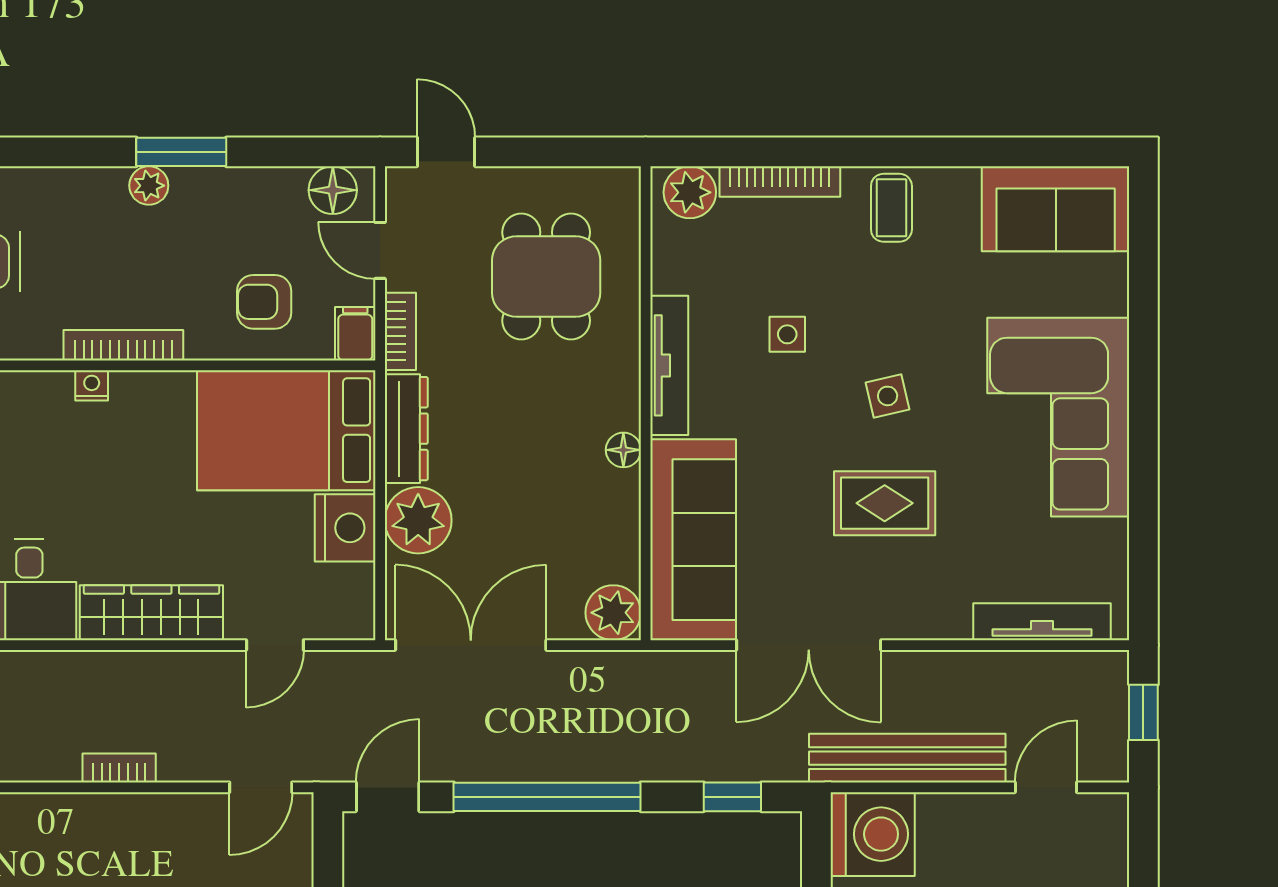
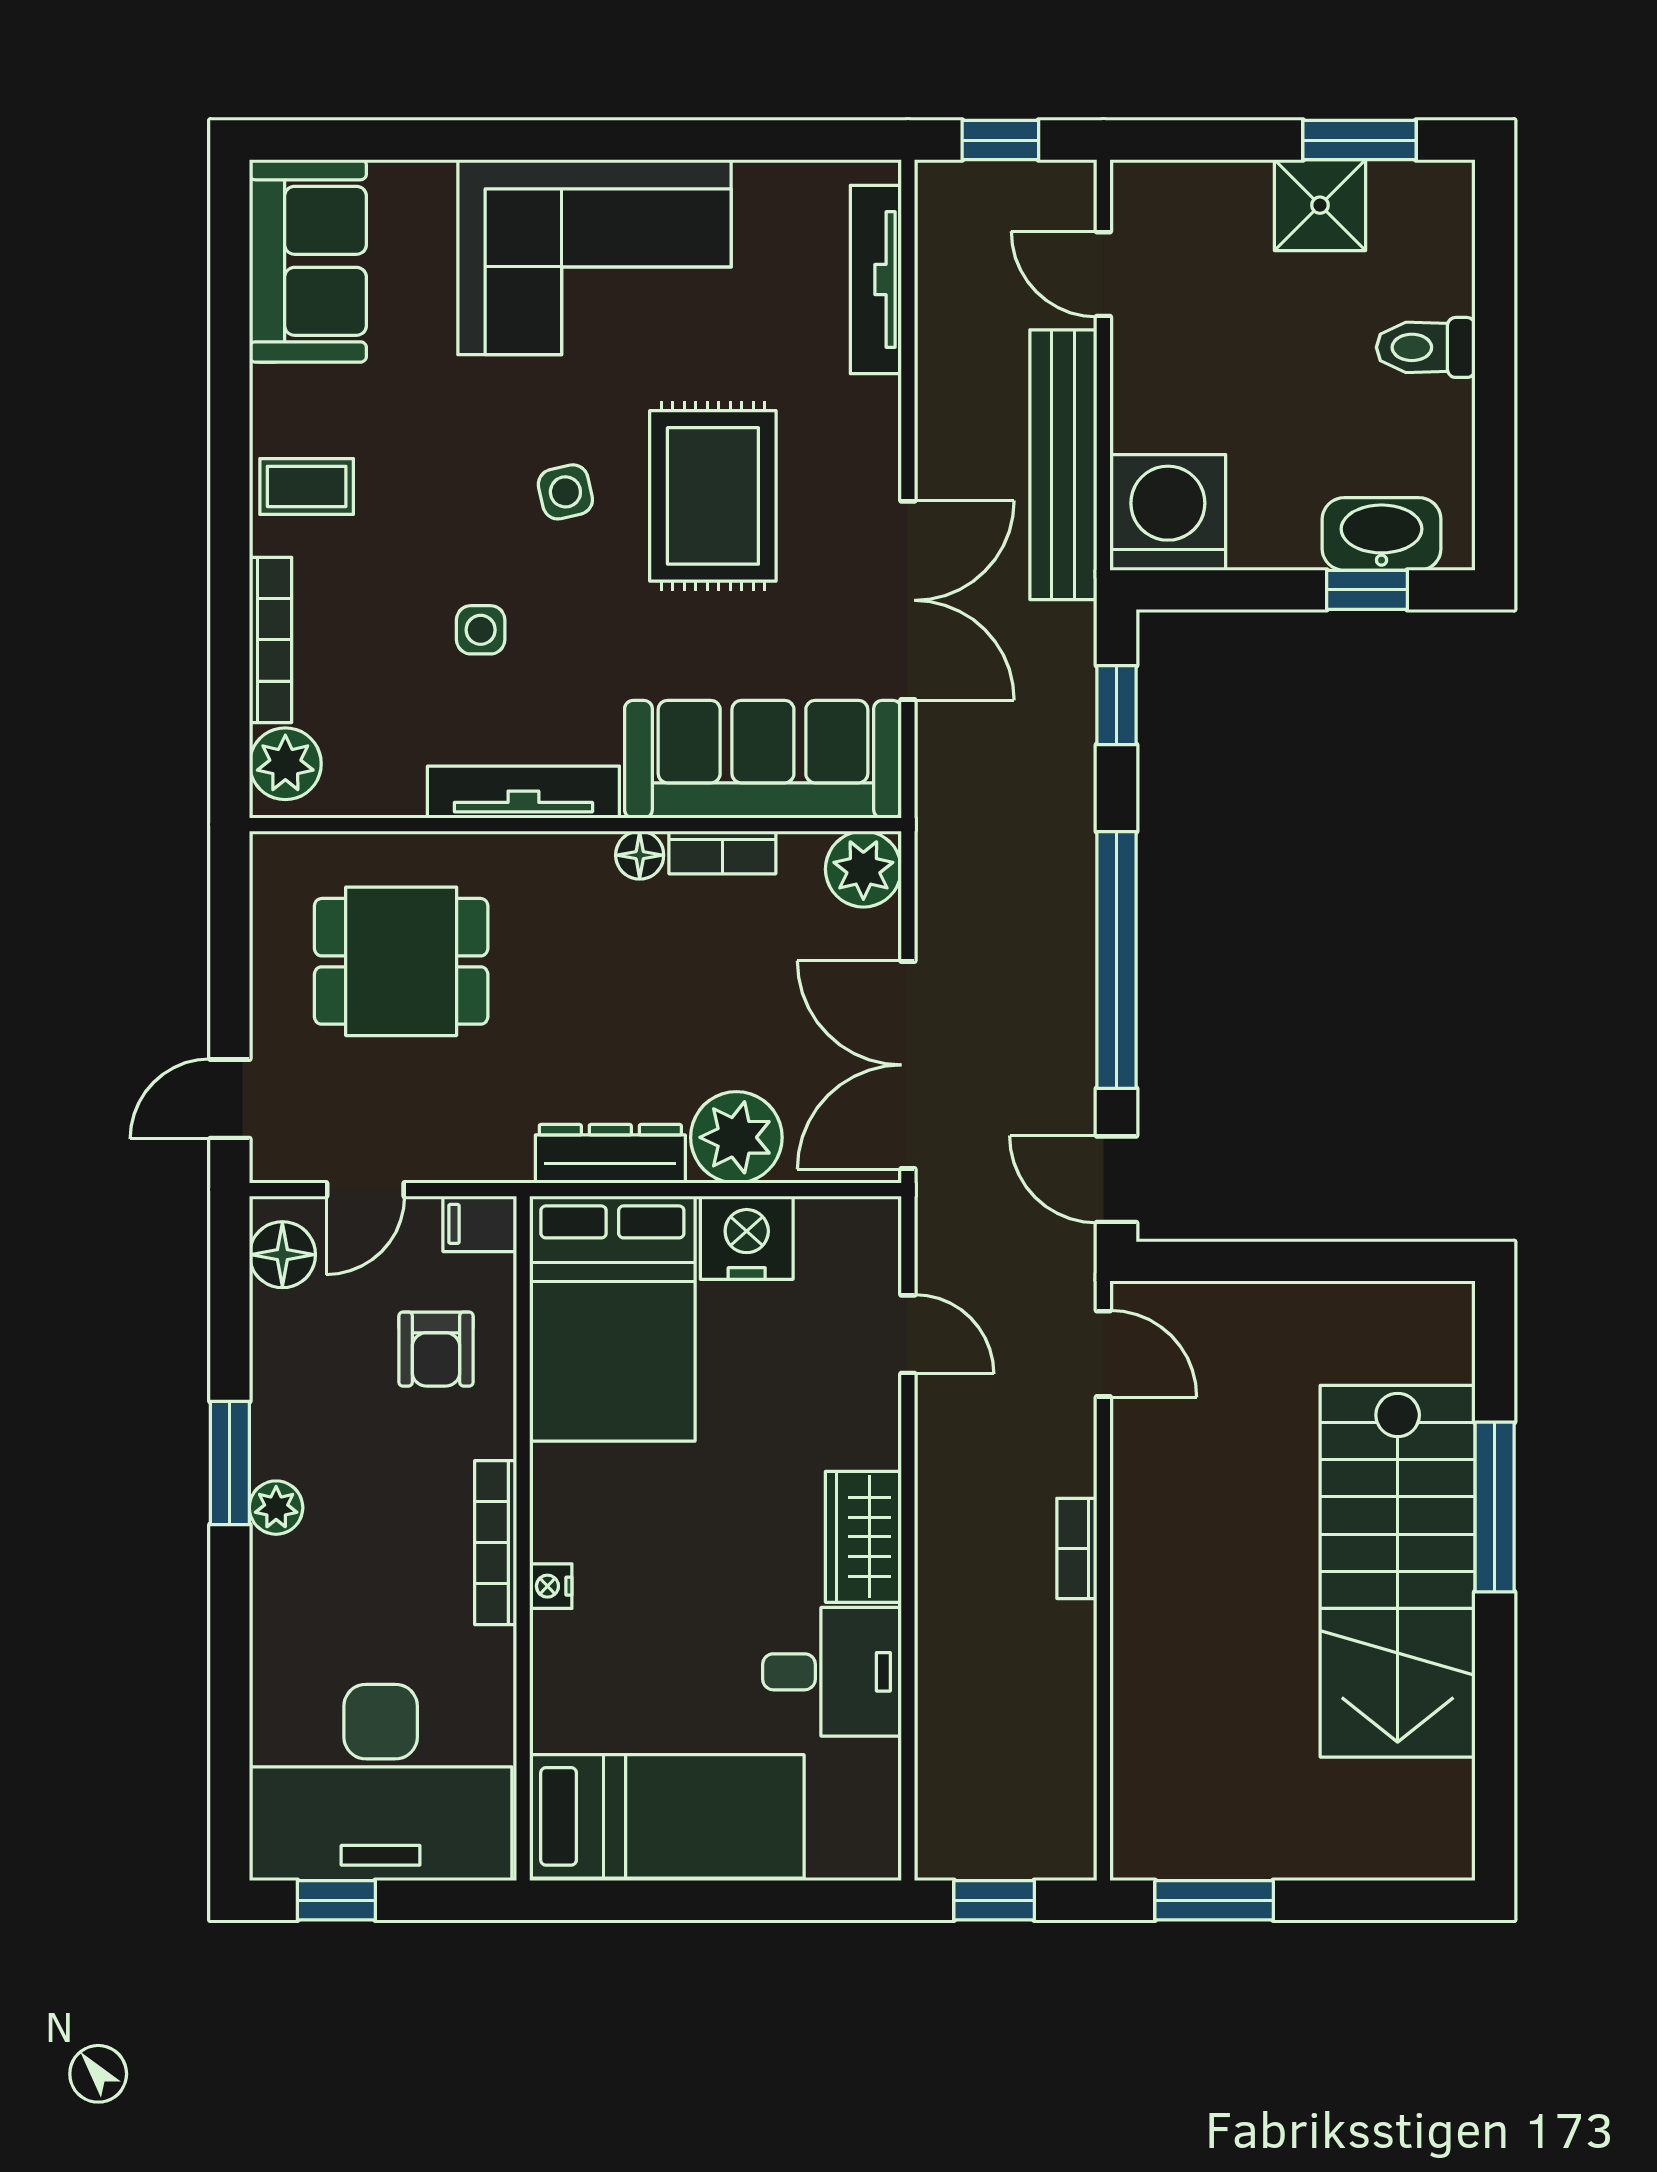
bookcase: (400, 331) -> (722, 852), moved, turned 180
rug: (885, 503) -> (713, 496), width x1.36, depth x1.43
wardrobe: (151, 613) -> (863, 1537), width x0.67

